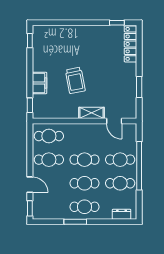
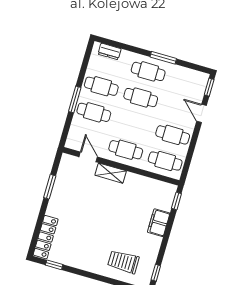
trolley: (75, 80) -> (123, 262), moved, turned -79
cafe table: (85, 160) -> (126, 150), moved
window: (139, 166) -> (75, 99), width x0.47

